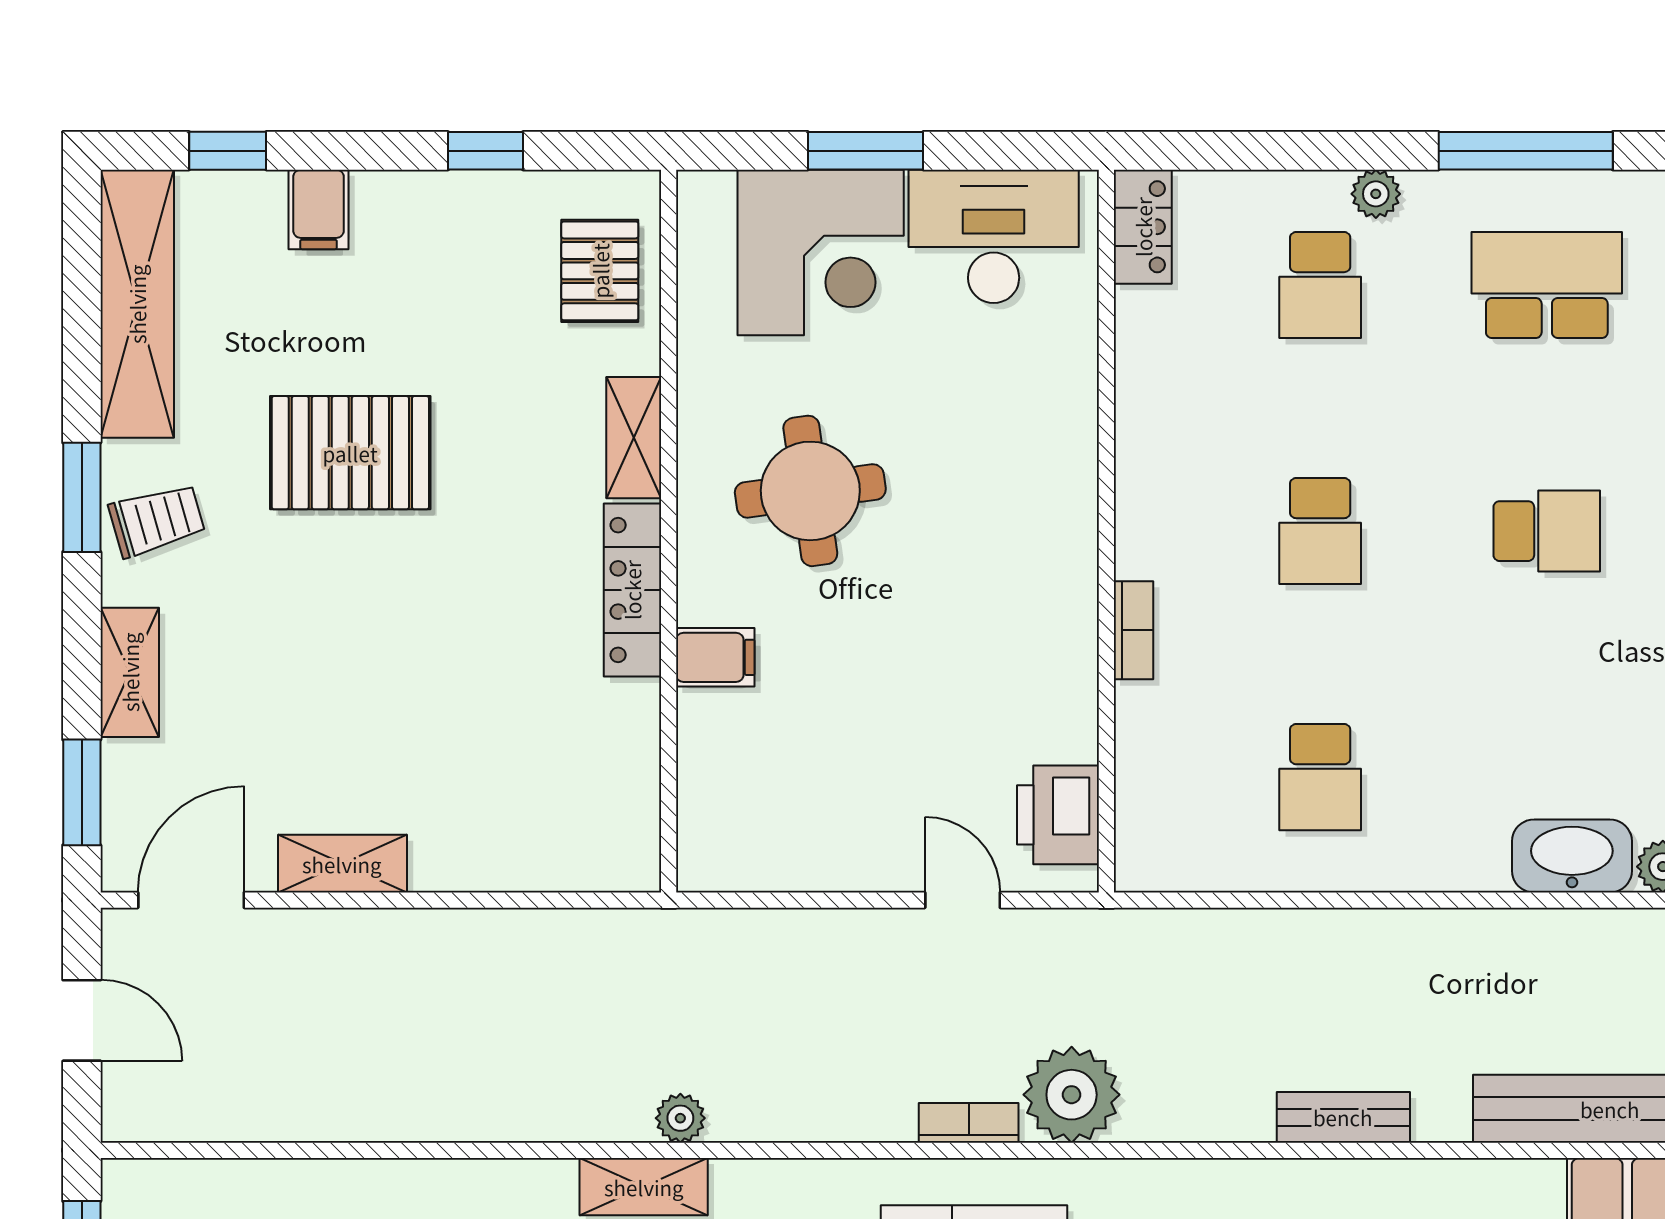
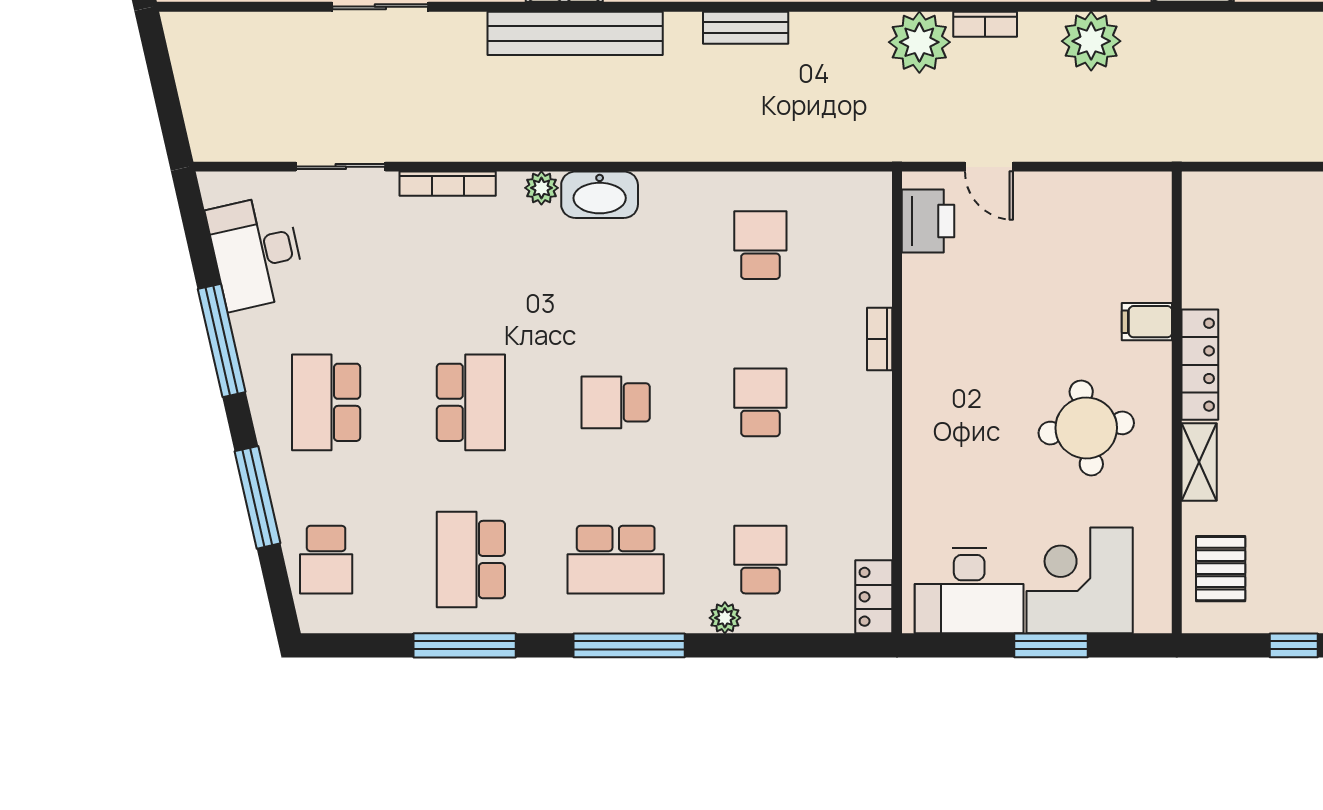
plant: (680, 1118) -> (1091, 41), moved, width x1.87, depth x1.87

